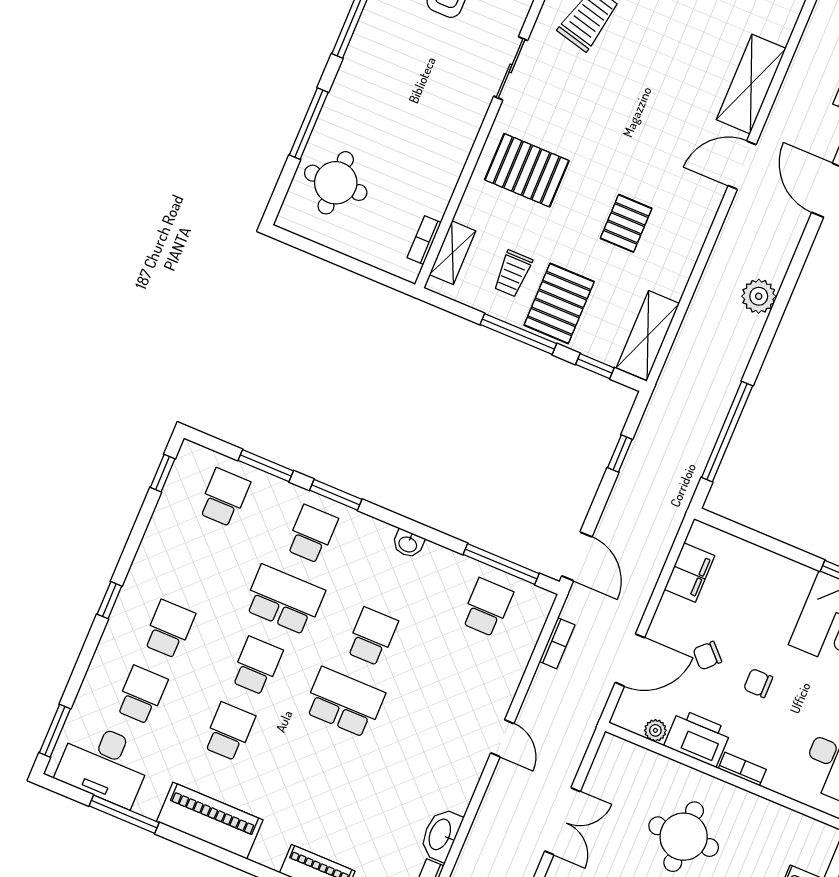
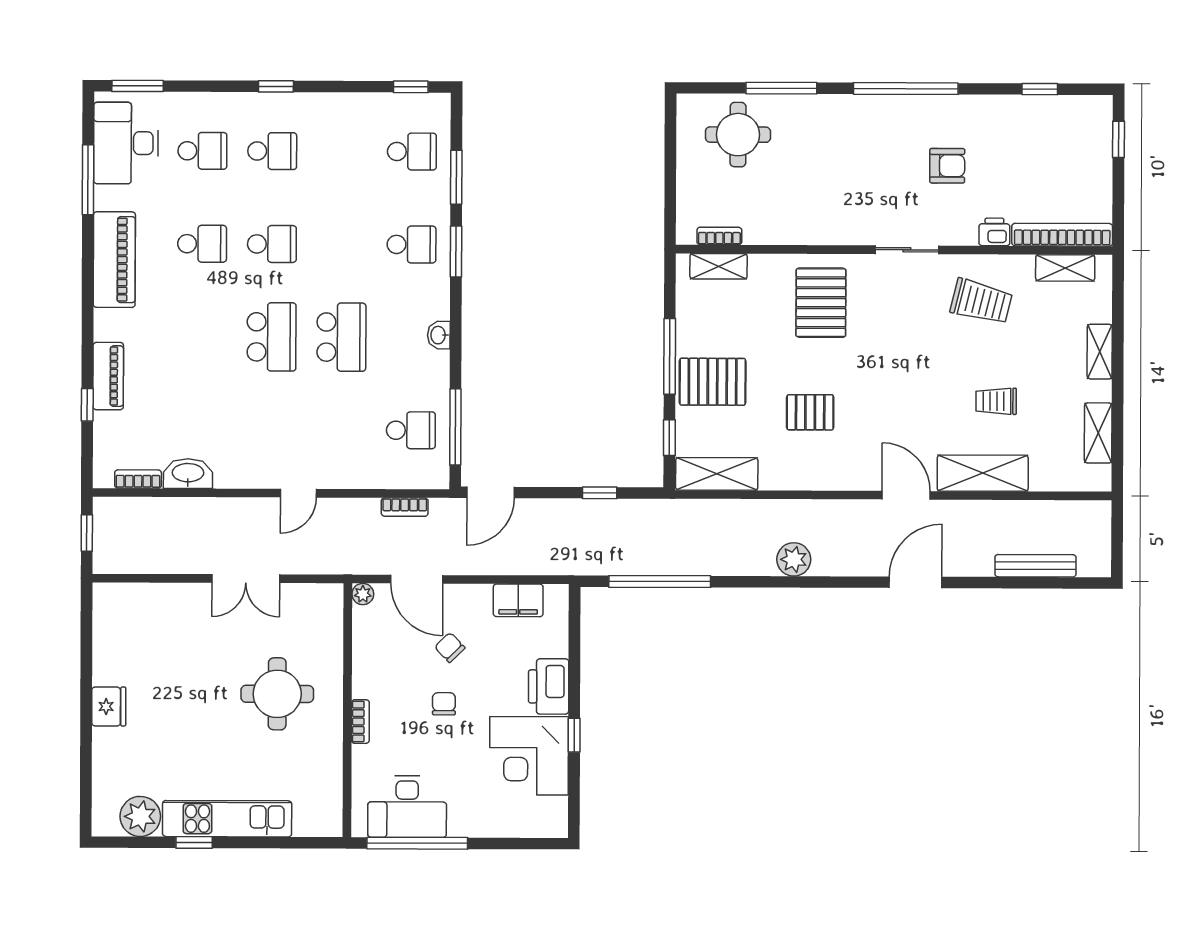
trolley: (513, 273) -> (996, 401), moved
school desk: (284, 600) -> (342, 244), removed
school desk: (372, 637) -> (341, 337), width x1.85
plant: (655, 730) -> (363, 594), moved
printer: (698, 738) -> (549, 686), moved, turned 180

